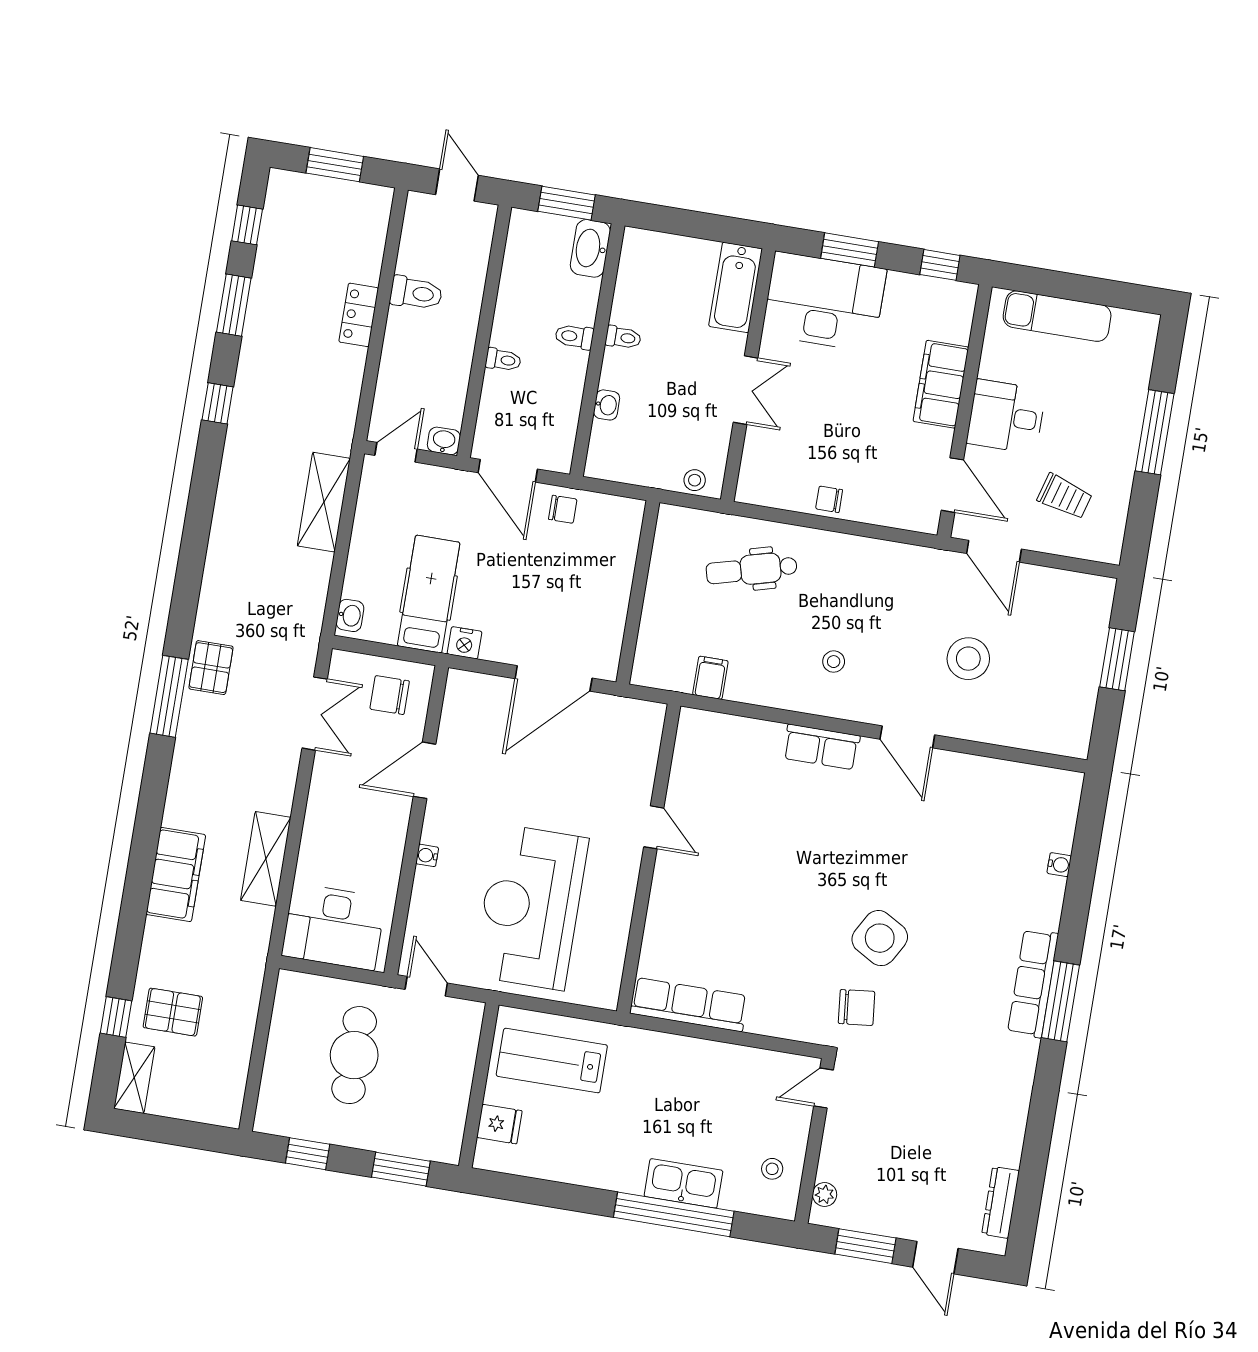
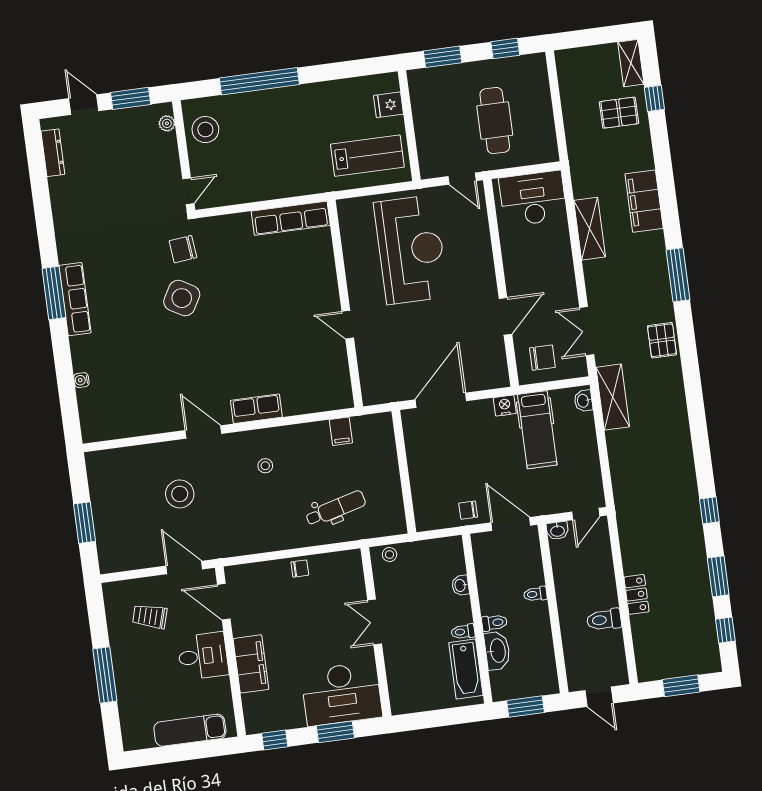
washbasin: (590, 248) -> (497, 651), moved
bathtub: (736, 287) -> (466, 669), moved, turned 180
shelving: (324, 502) -> (613, 397), moved
window: (169, 696) -> (678, 275), moved
water cooler: (427, 855) -> (487, 262), removed
stool: (772, 1169) -> (205, 130), width x1.89, depth x1.89
kitchen sink: (683, 1183) -> (259, 103), removed

